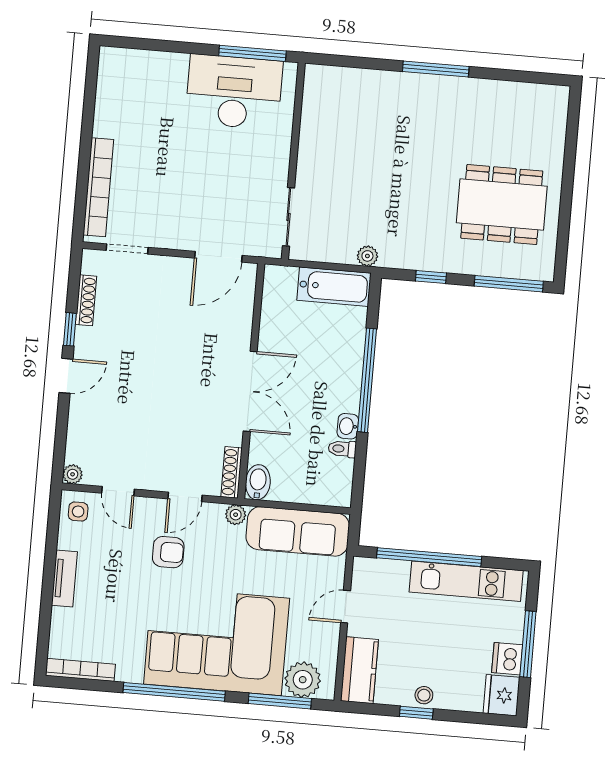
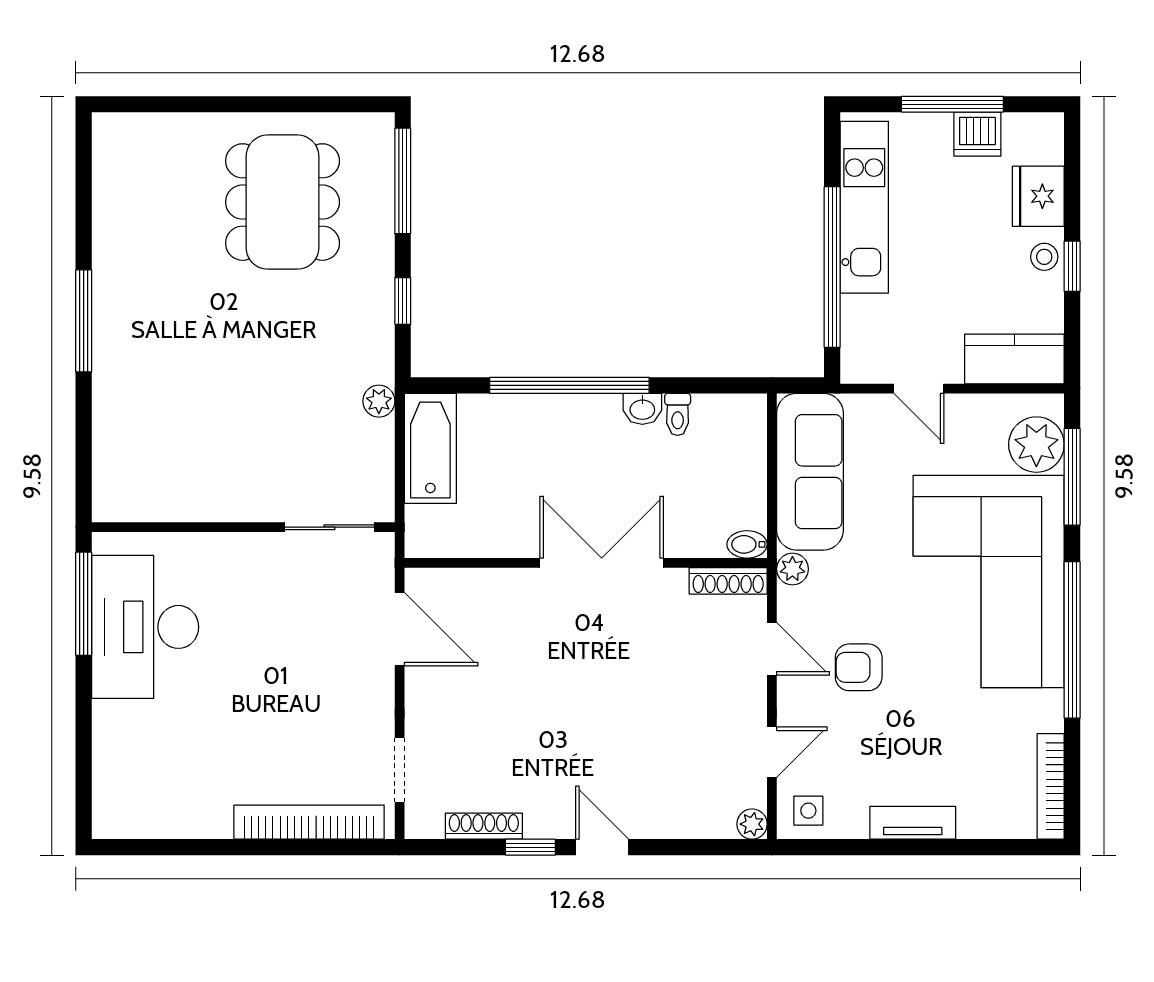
bidet: (258, 482) -> (747, 544), width x0.72, depth x0.74
armchair: (168, 552) -> (859, 667), turned -90
fridge: (502, 695) -> (1038, 196), moved, turned 90

